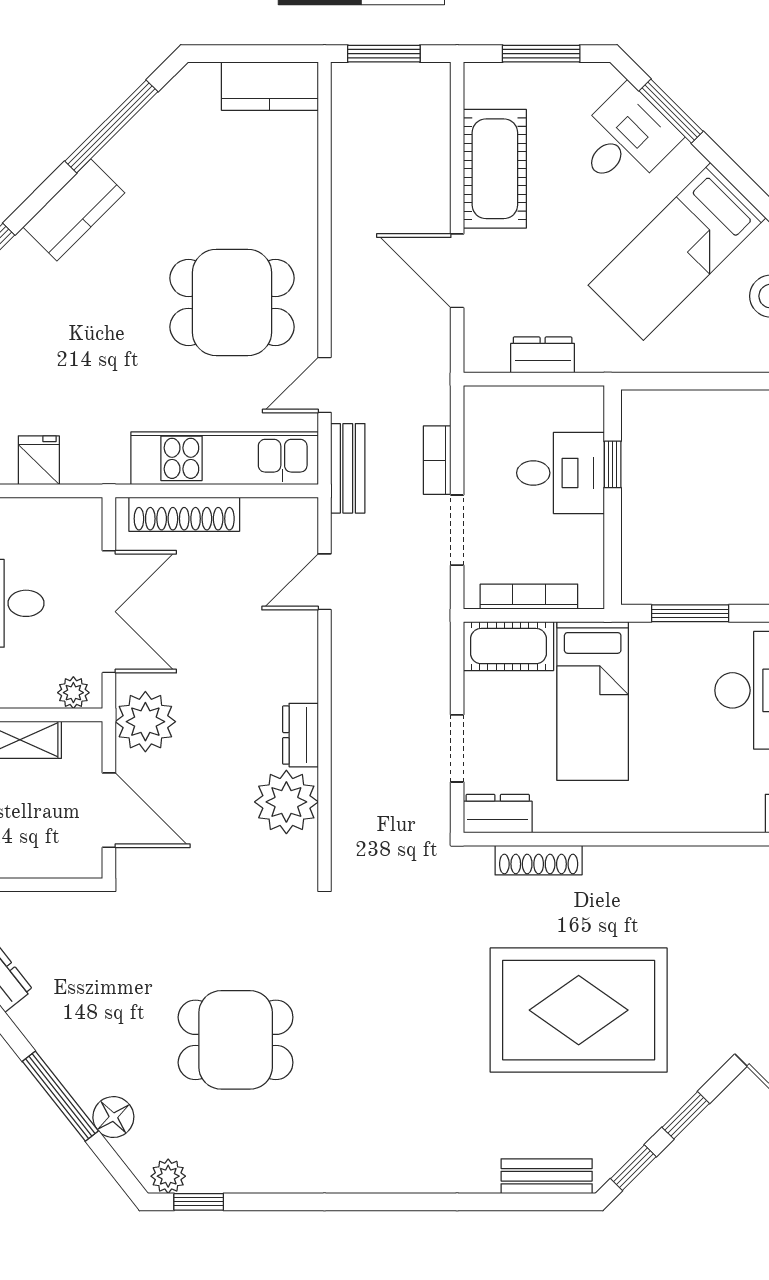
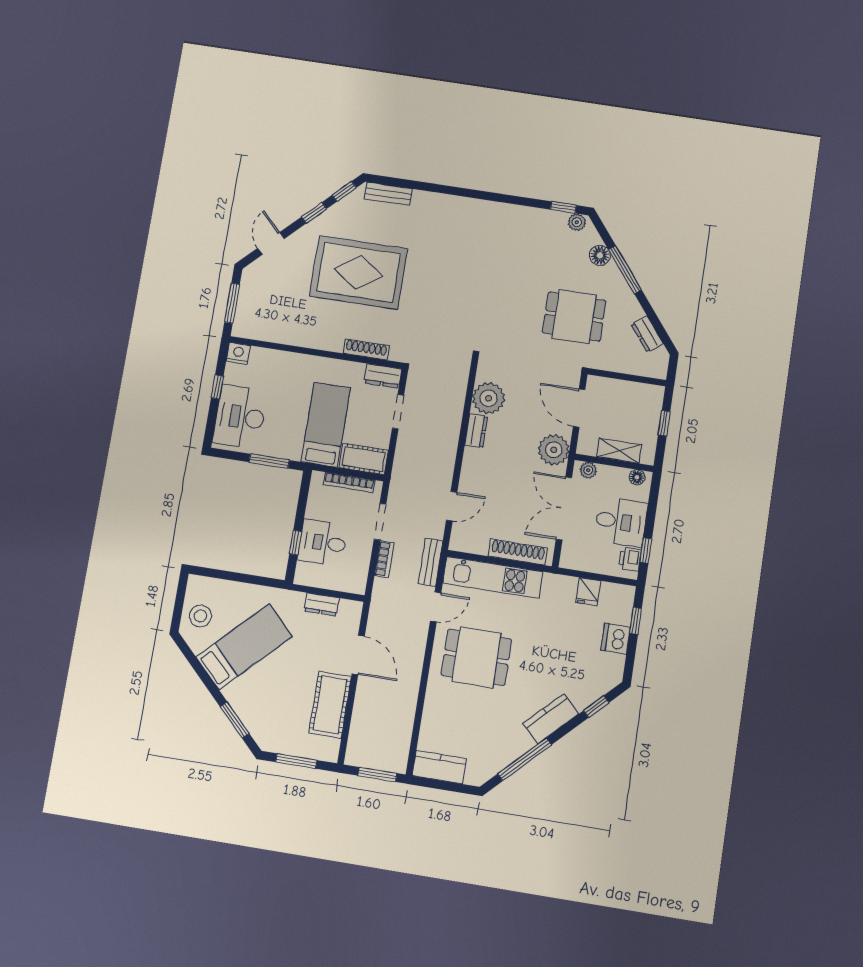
desk: (625, 139) -> (261, 709), removed
dining table: (236, 1040) -> (574, 317), moved

